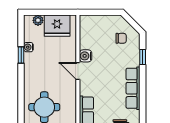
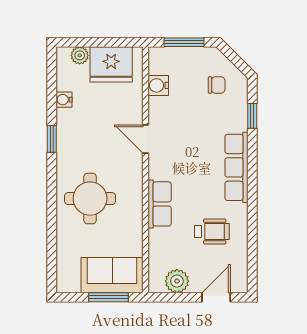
window: (101, 12) -> (184, 42), added
window: (21, 55) -> (52, 139), moved
water cooler: (86, 56) -> (158, 85), moved

